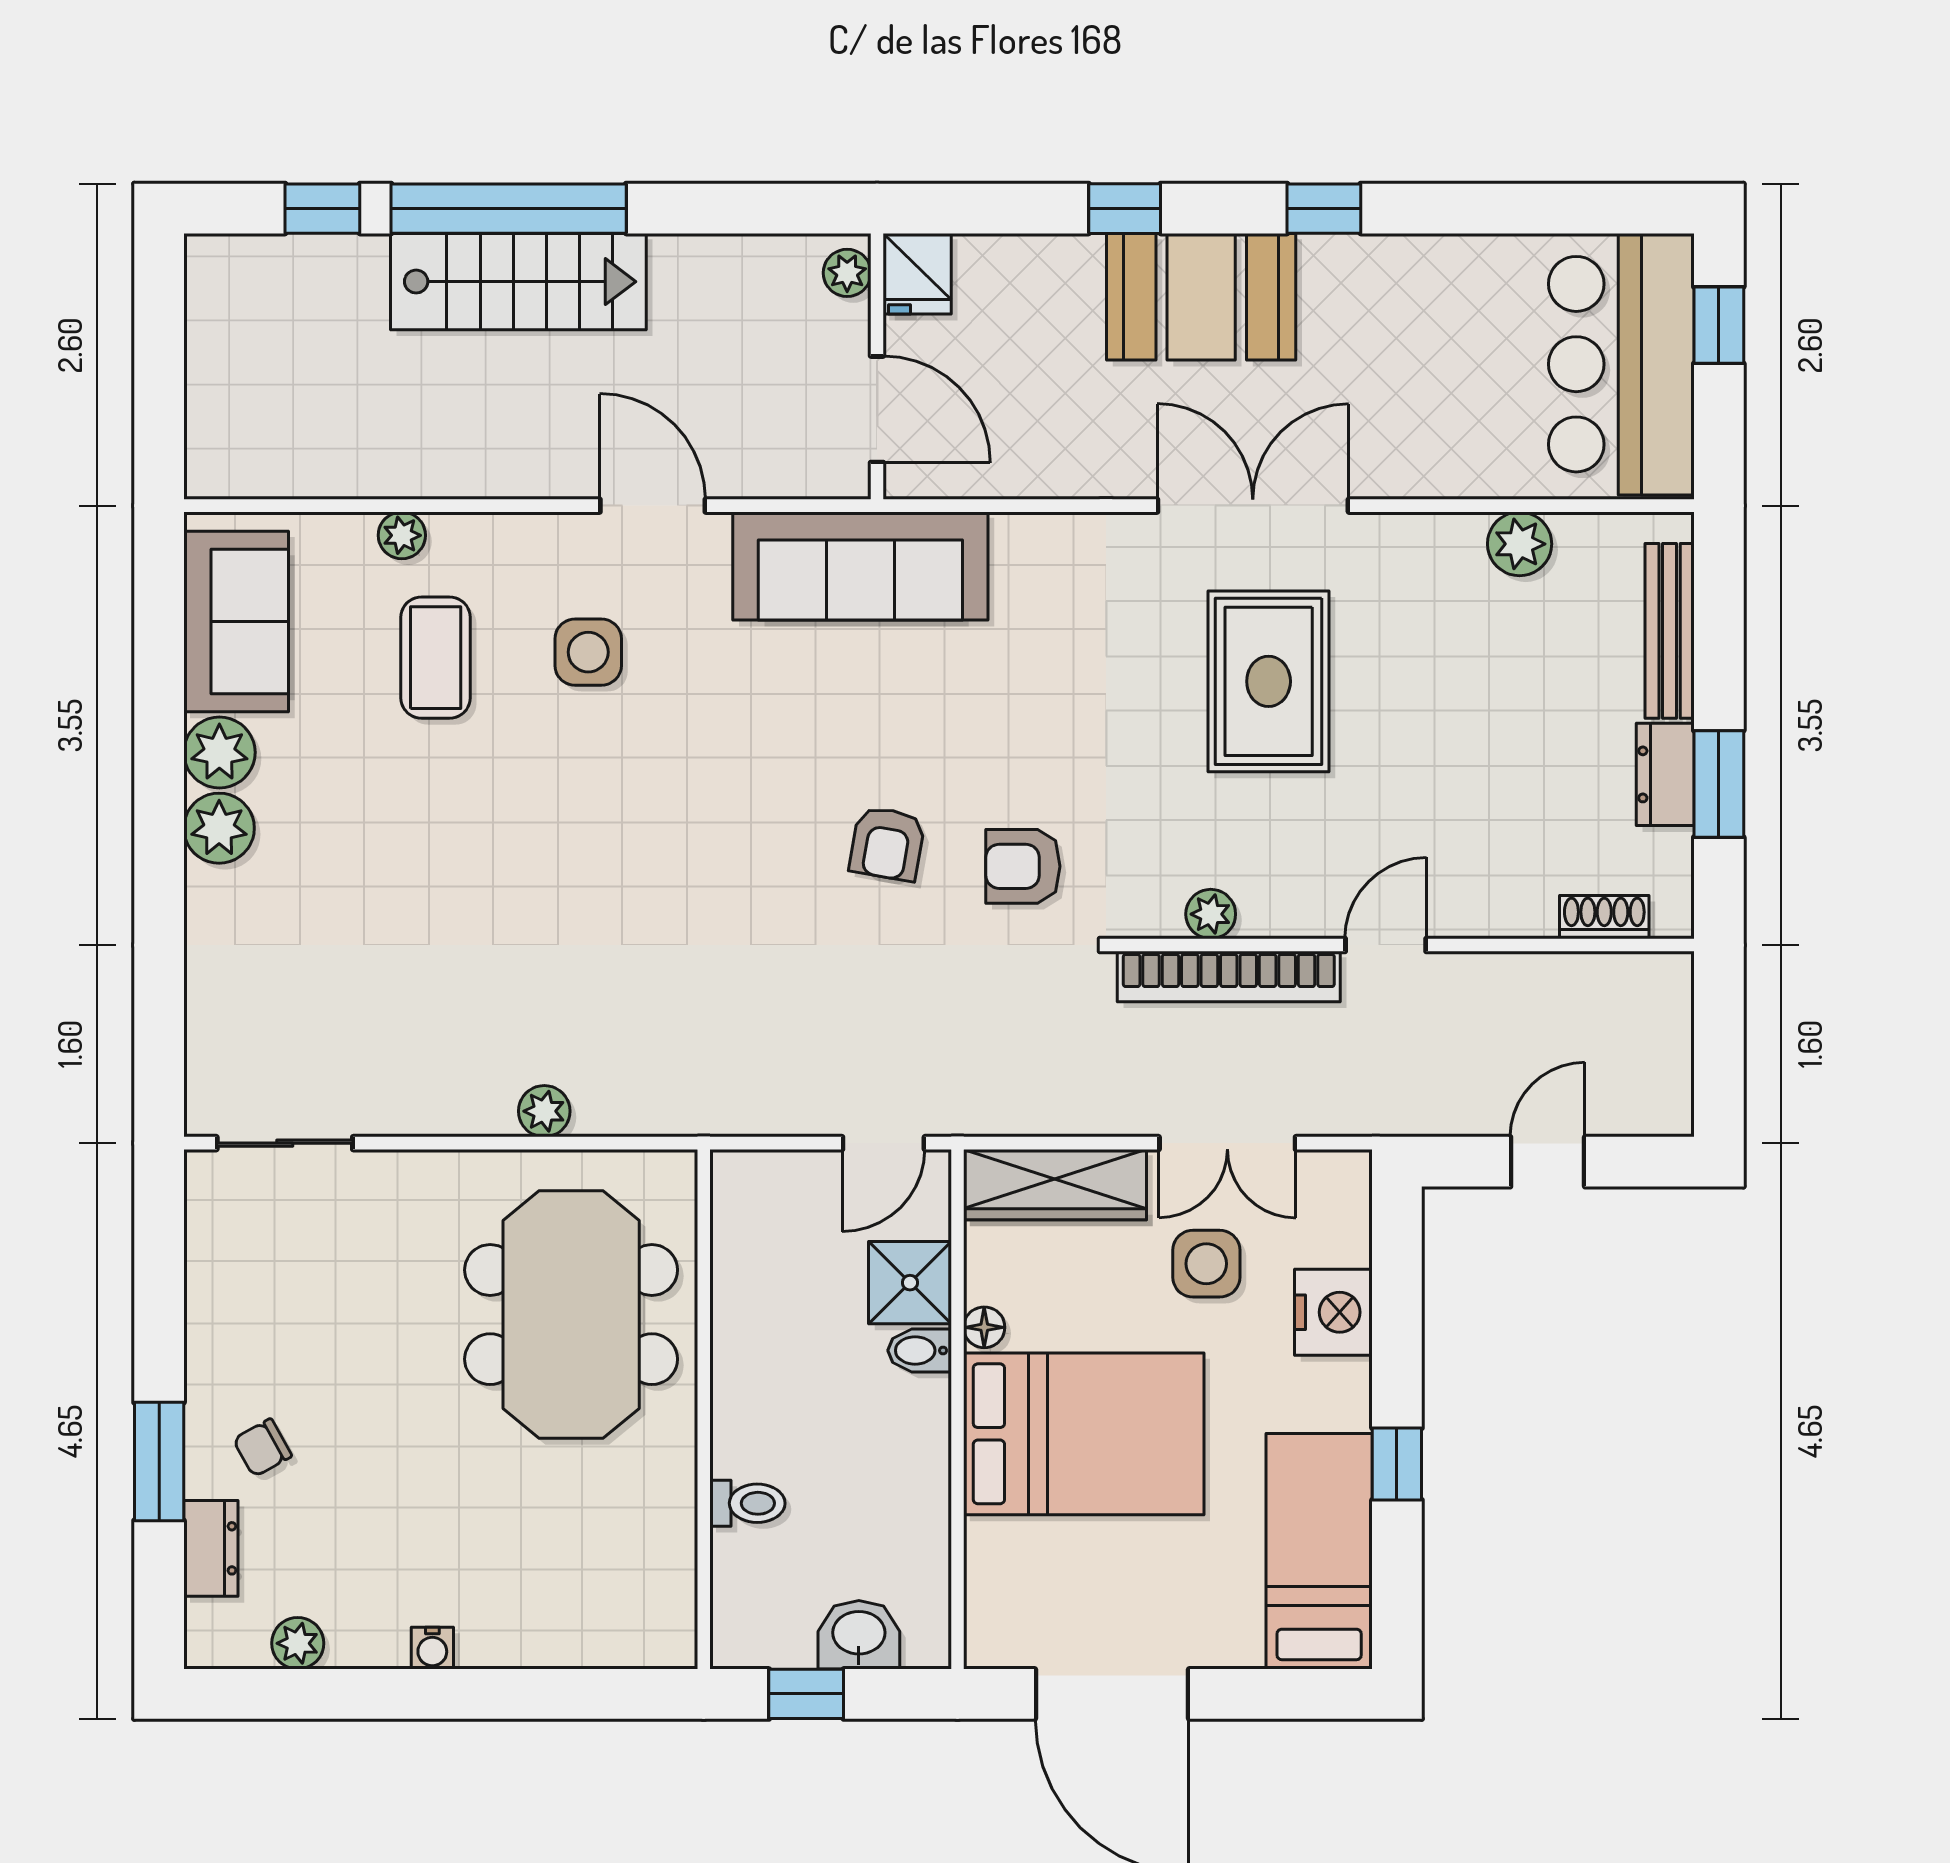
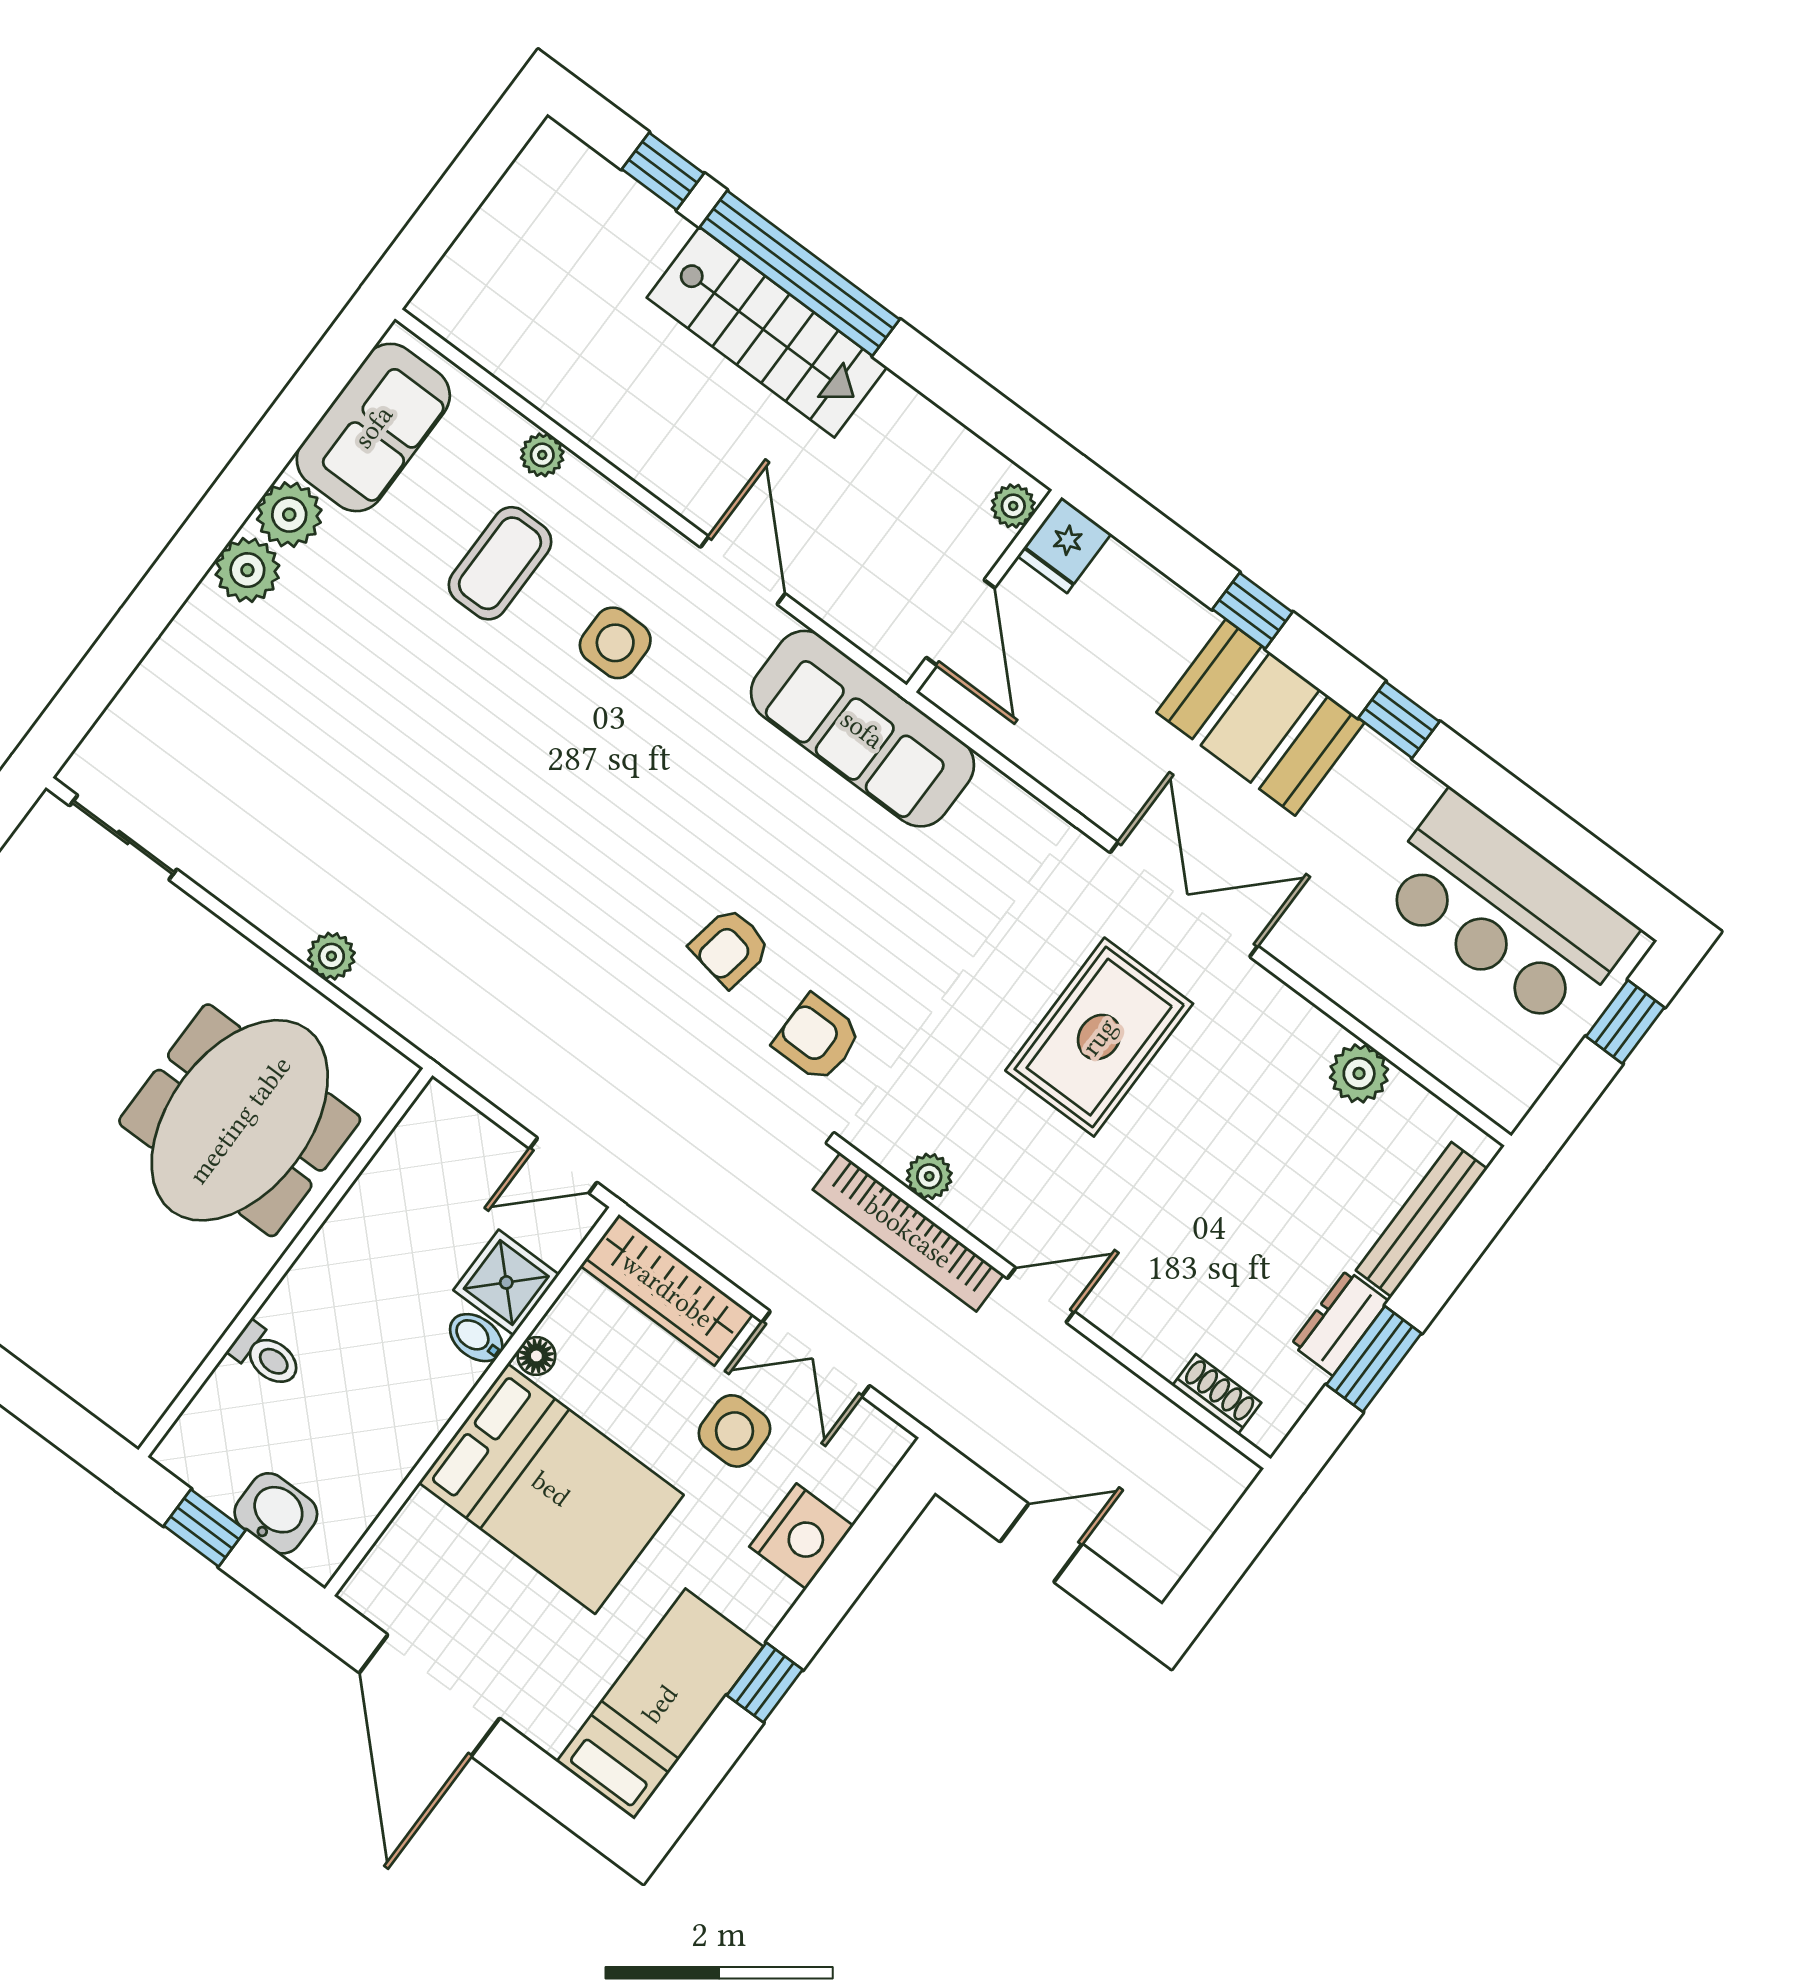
bar counter: (1621, 364) -> (1506, 911), moved, turned -90

